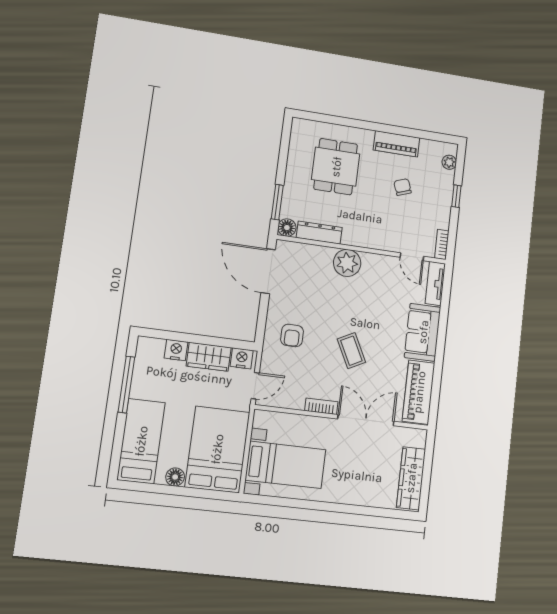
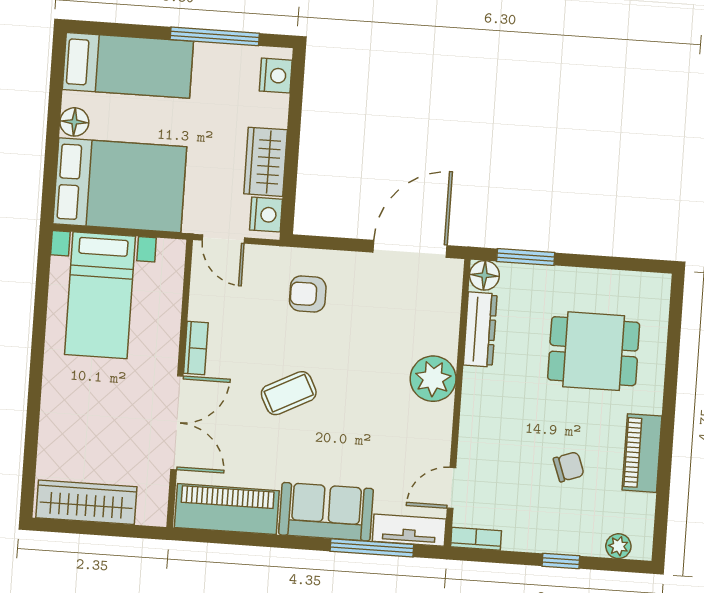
window: (445, 306) -> (372, 548), added
nightstand: (176, 350) -> (276, 76), moved

